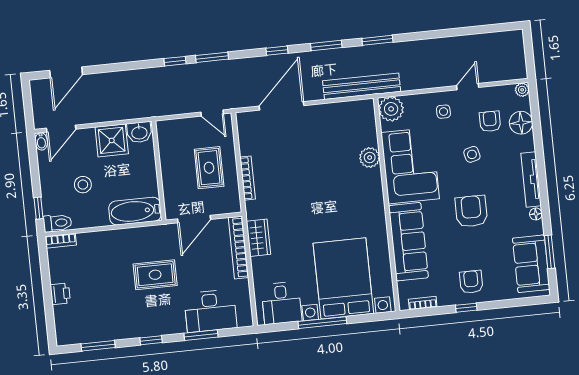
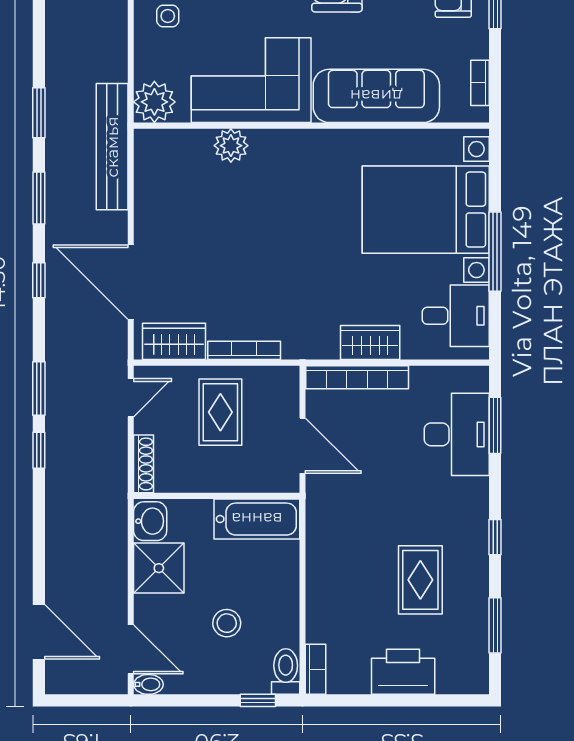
shoe rack: (173, 125) -> (144, 464), added
wardrobe: (249, 136) -> (174, 341), added
rug: (209, 168) -> (220, 412), turned 90
bathtub: (135, 211) -> (257, 519), moved, turned -90
wardrobe: (259, 238) -> (370, 343), moved
rug: (155, 275) -> (420, 580), moved
printer: (60, 294) -> (403, 672), width x1.87, depth x1.48
window: (201, 335) -> (495, 425), moved

